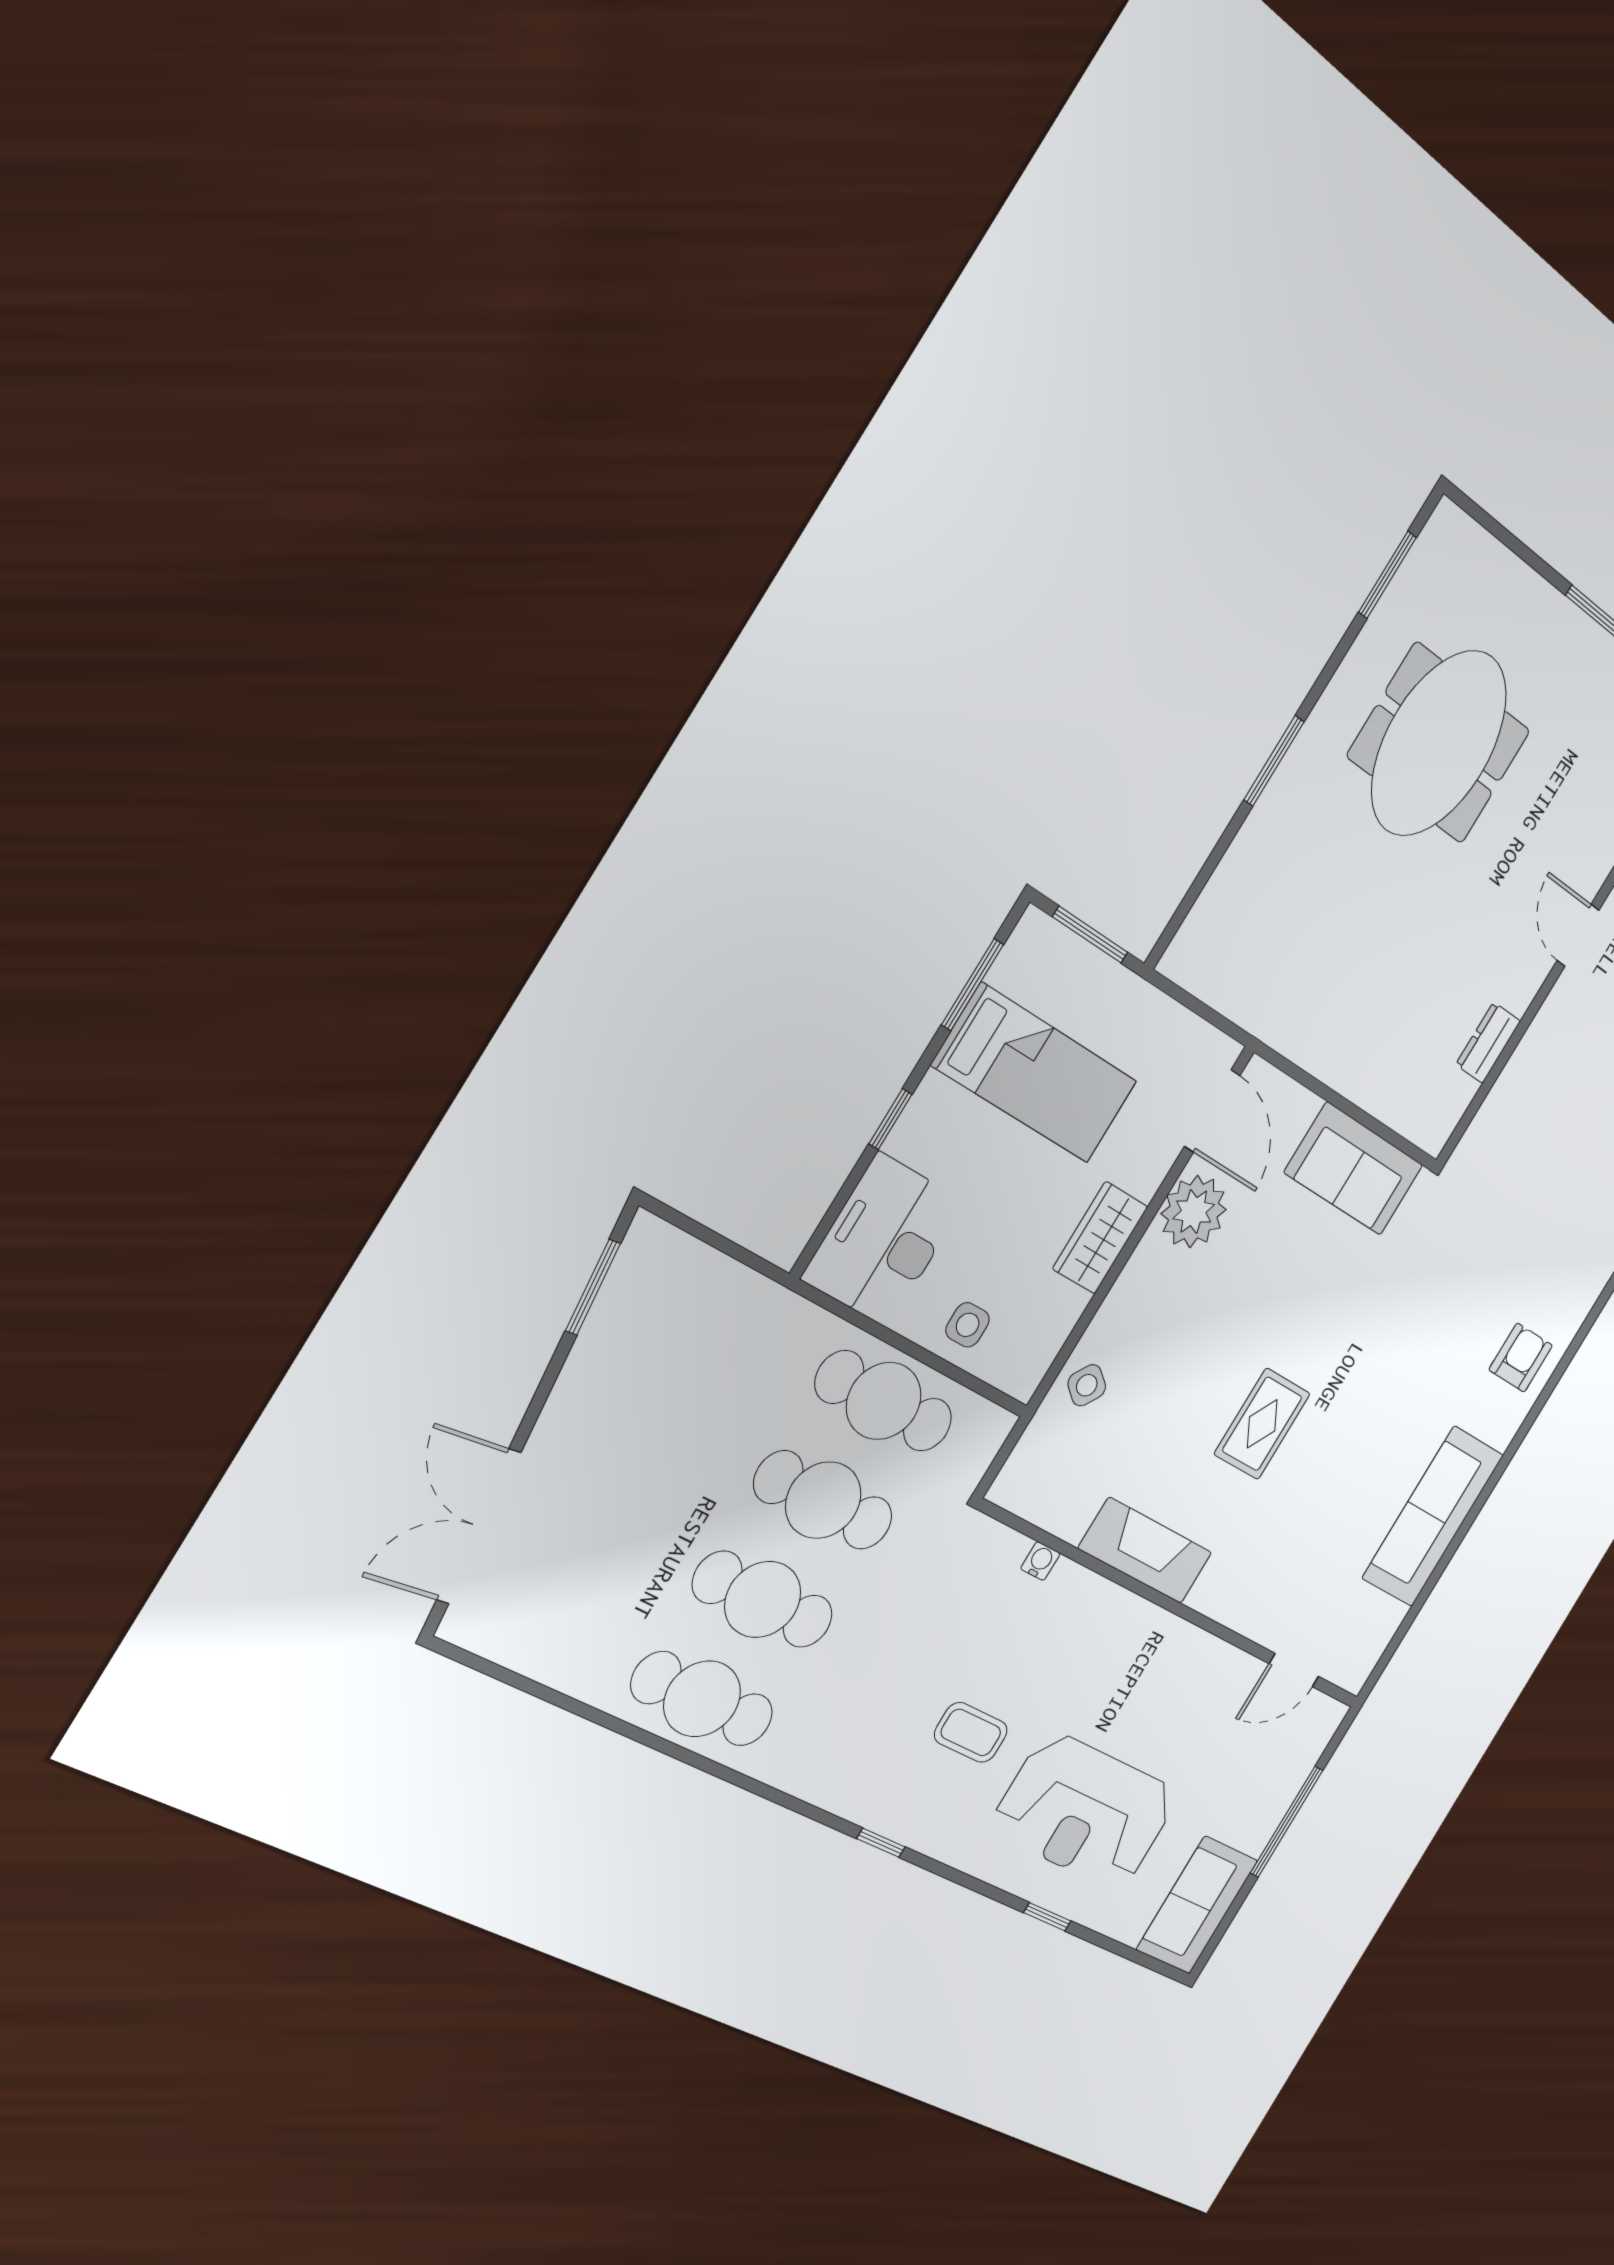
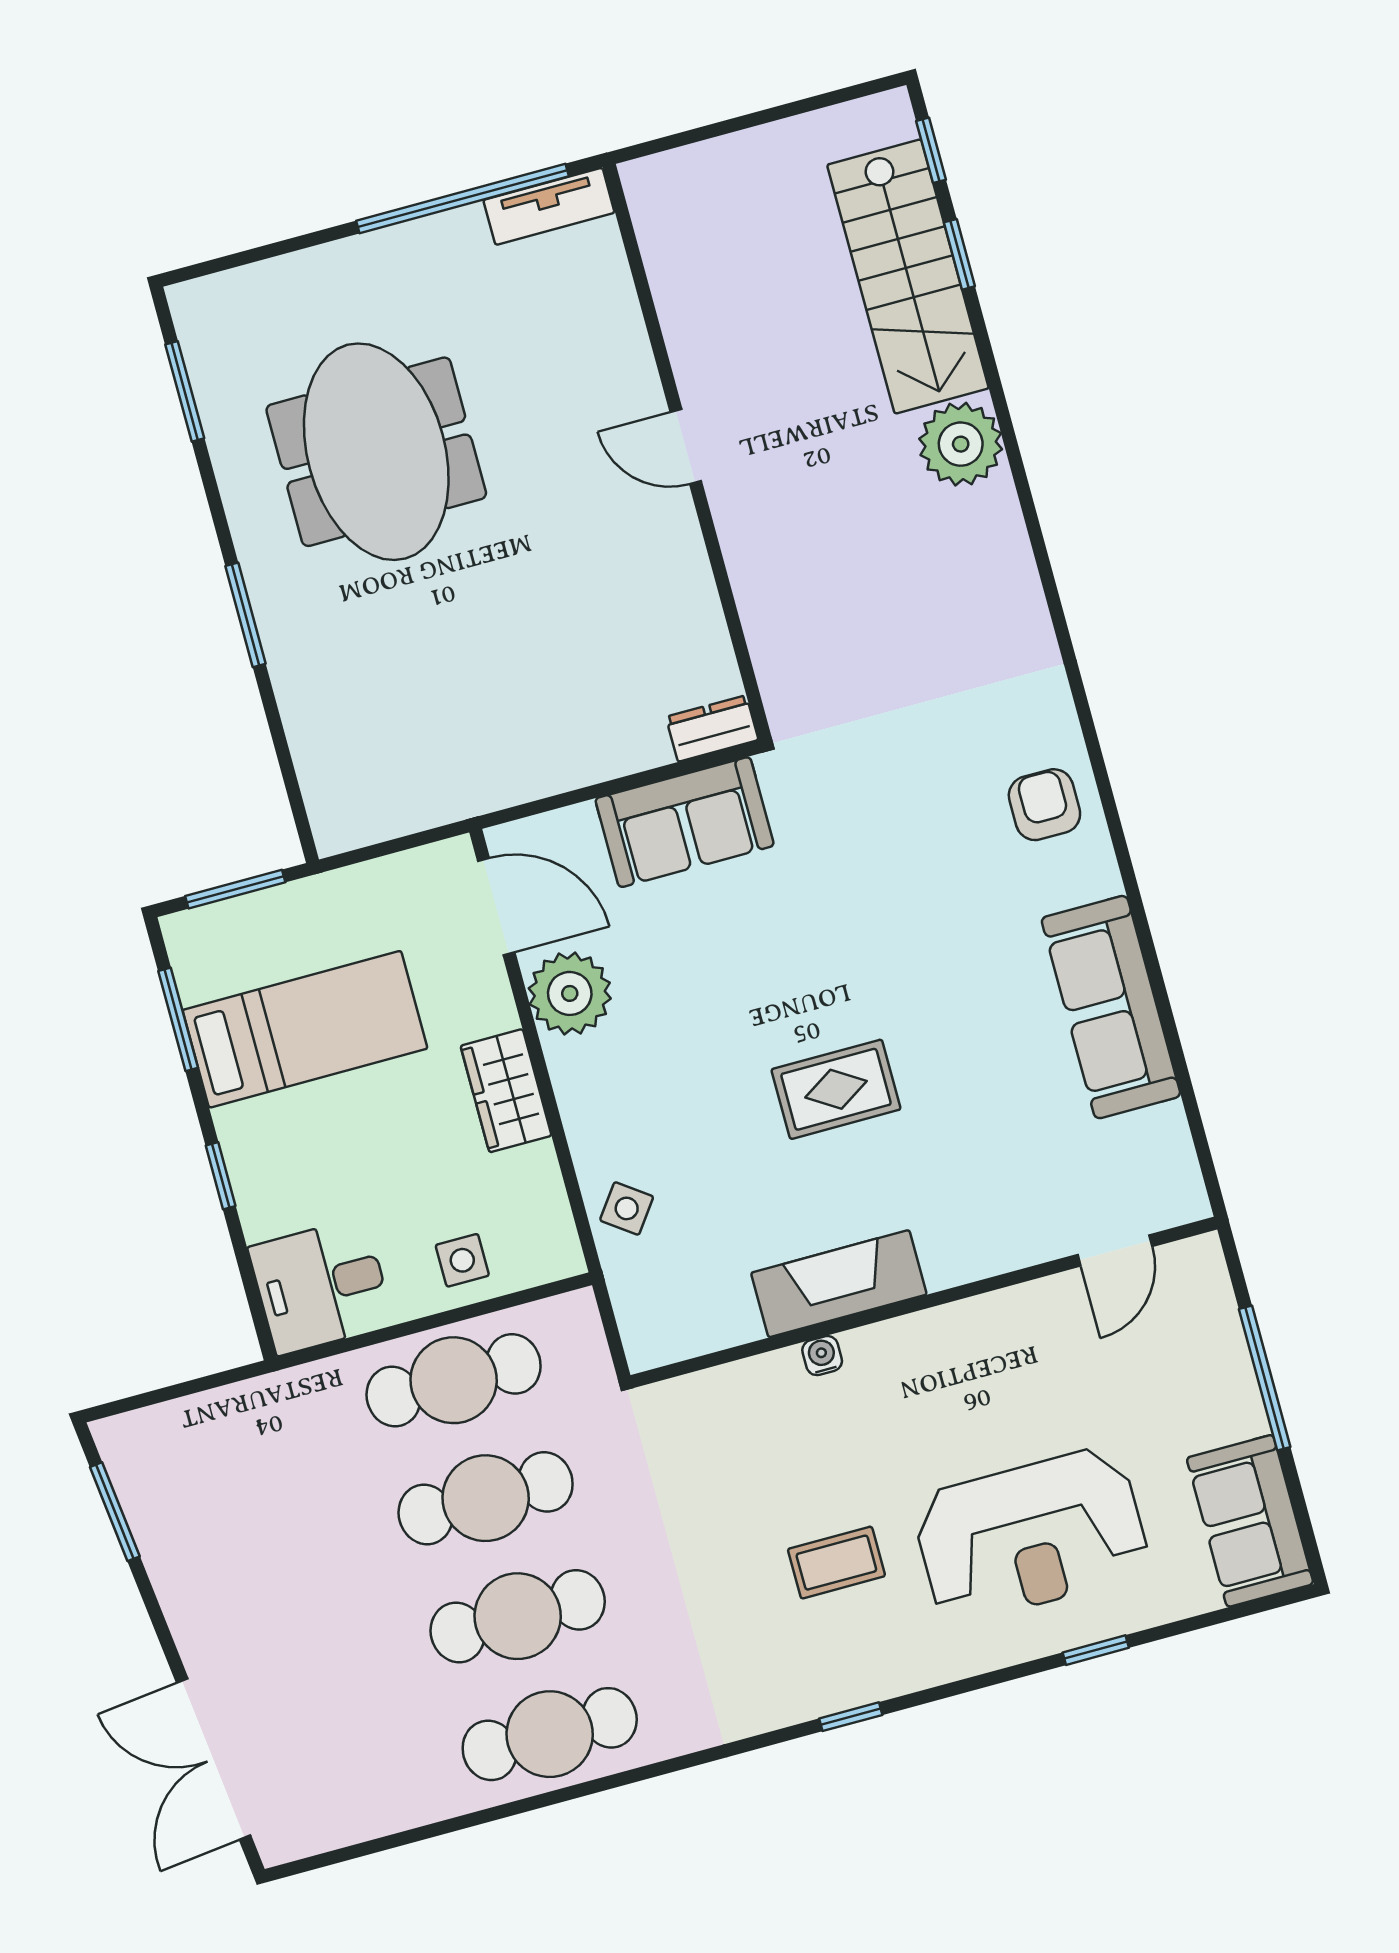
dresser: (1488, 1043) -> (712, 728), moved, turned 90
desk: (883, 1240) -> (321, 1286), width x0.73
rug: (1262, 1424) -> (836, 1089), turned 90
water cooler: (1040, 1561) -> (822, 1356), moved

